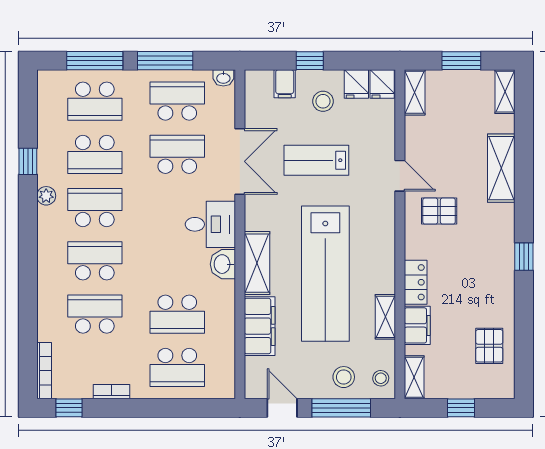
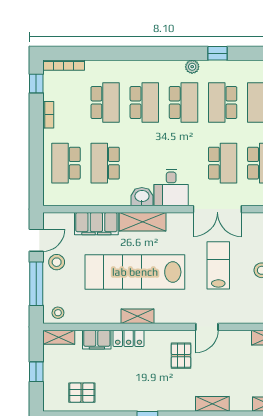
shelving: (501, 168) -> (212, 404), width x0.67, depth x0.75
shelving: (385, 317) -> (138, 316), moved
stool: (344, 377) -> (57, 262), moved

